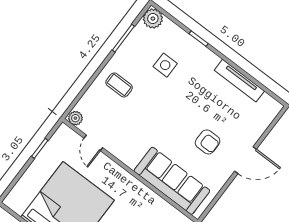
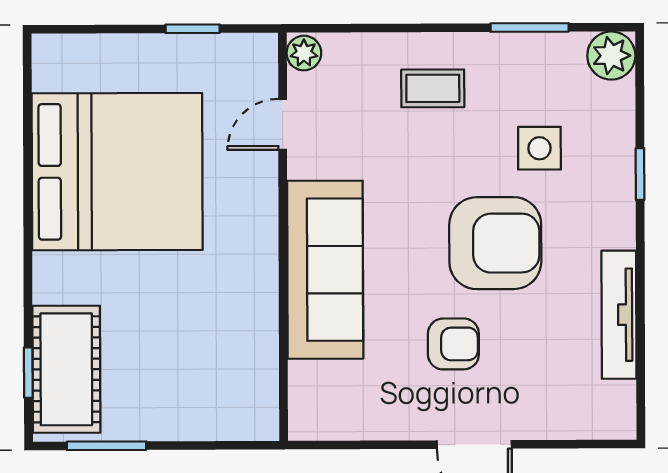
coffee table: (119, 85) -> (433, 88), turned 90
armchair: (185, 103) -> (495, 243), added
armchair: (208, 142) -> (453, 344), turned -90
sofa: (172, 181) -> (325, 270), moved

